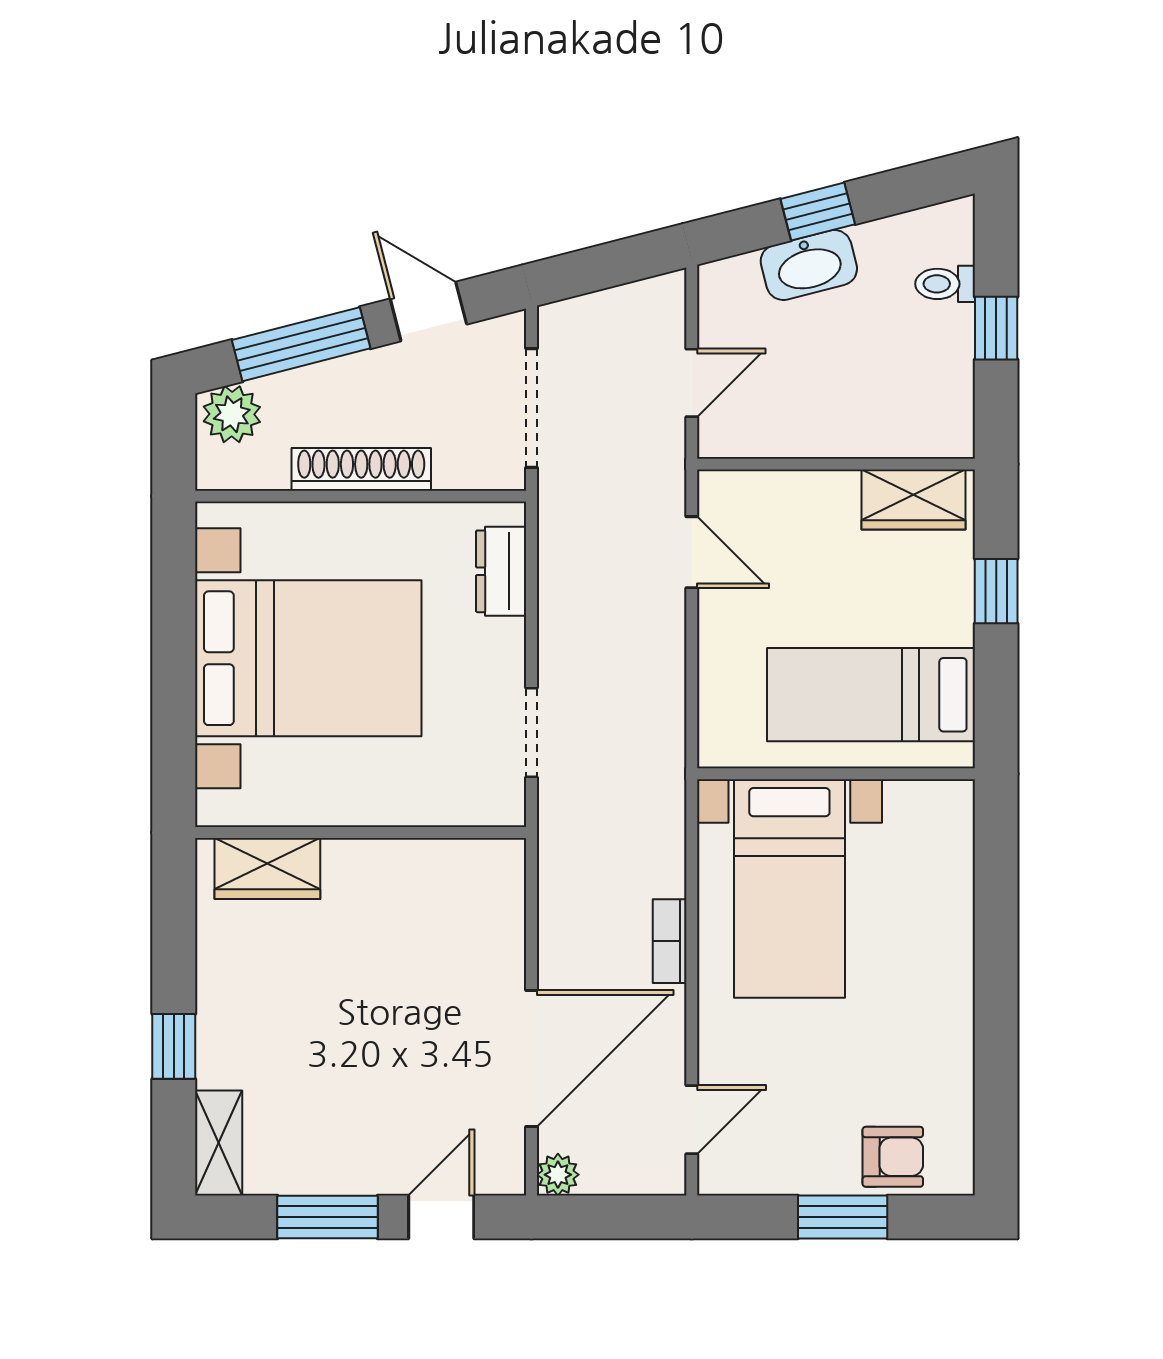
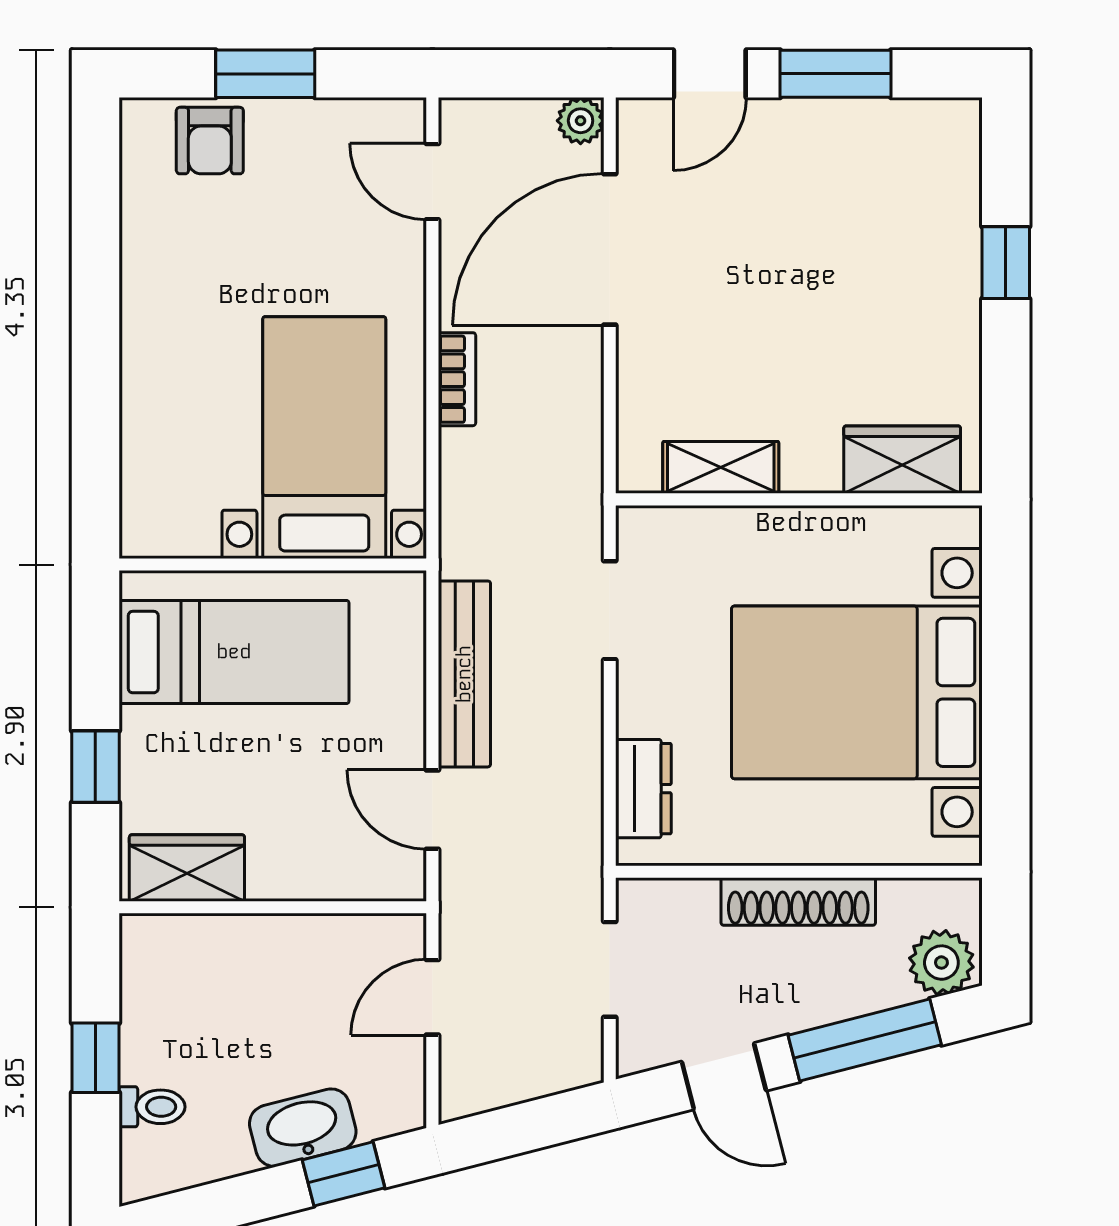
window: (818, 212) -> (343, 1174), moved
doorway: (532, 408) -> (610, 969), width x0.73
bench: (663, 675) -> (464, 674), added
door: (692, 1120) -> (432, 182), hinge flipped
shelving: (219, 1143) -> (721, 467), moved, turned 90
armchair: (893, 1157) -> (210, 141), turned -90

